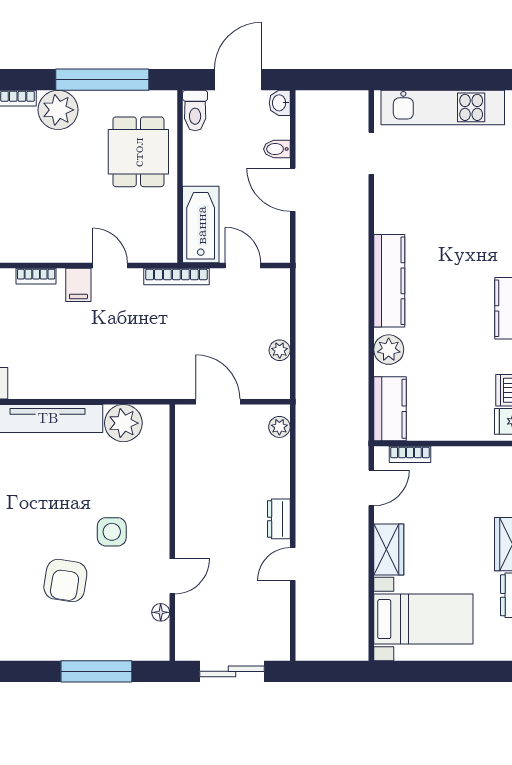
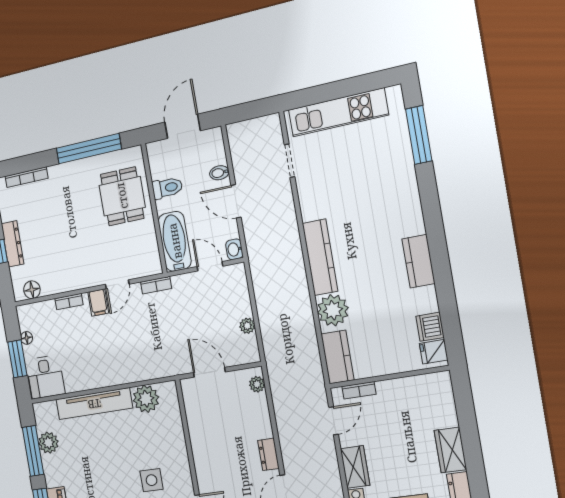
washbasin: (280, 103) -> (234, 249), moved
plant: (58, 110) -> (63, 178), removed
toilet: (195, 110) -> (167, 188), moved, turned -90
door: (110, 266) -> (117, 284), swing flipped
bookcase: (176, 276) -> (156, 285), width x0.64
plant: (389, 350) -> (333, 310), width x1.36, depth x1.36

